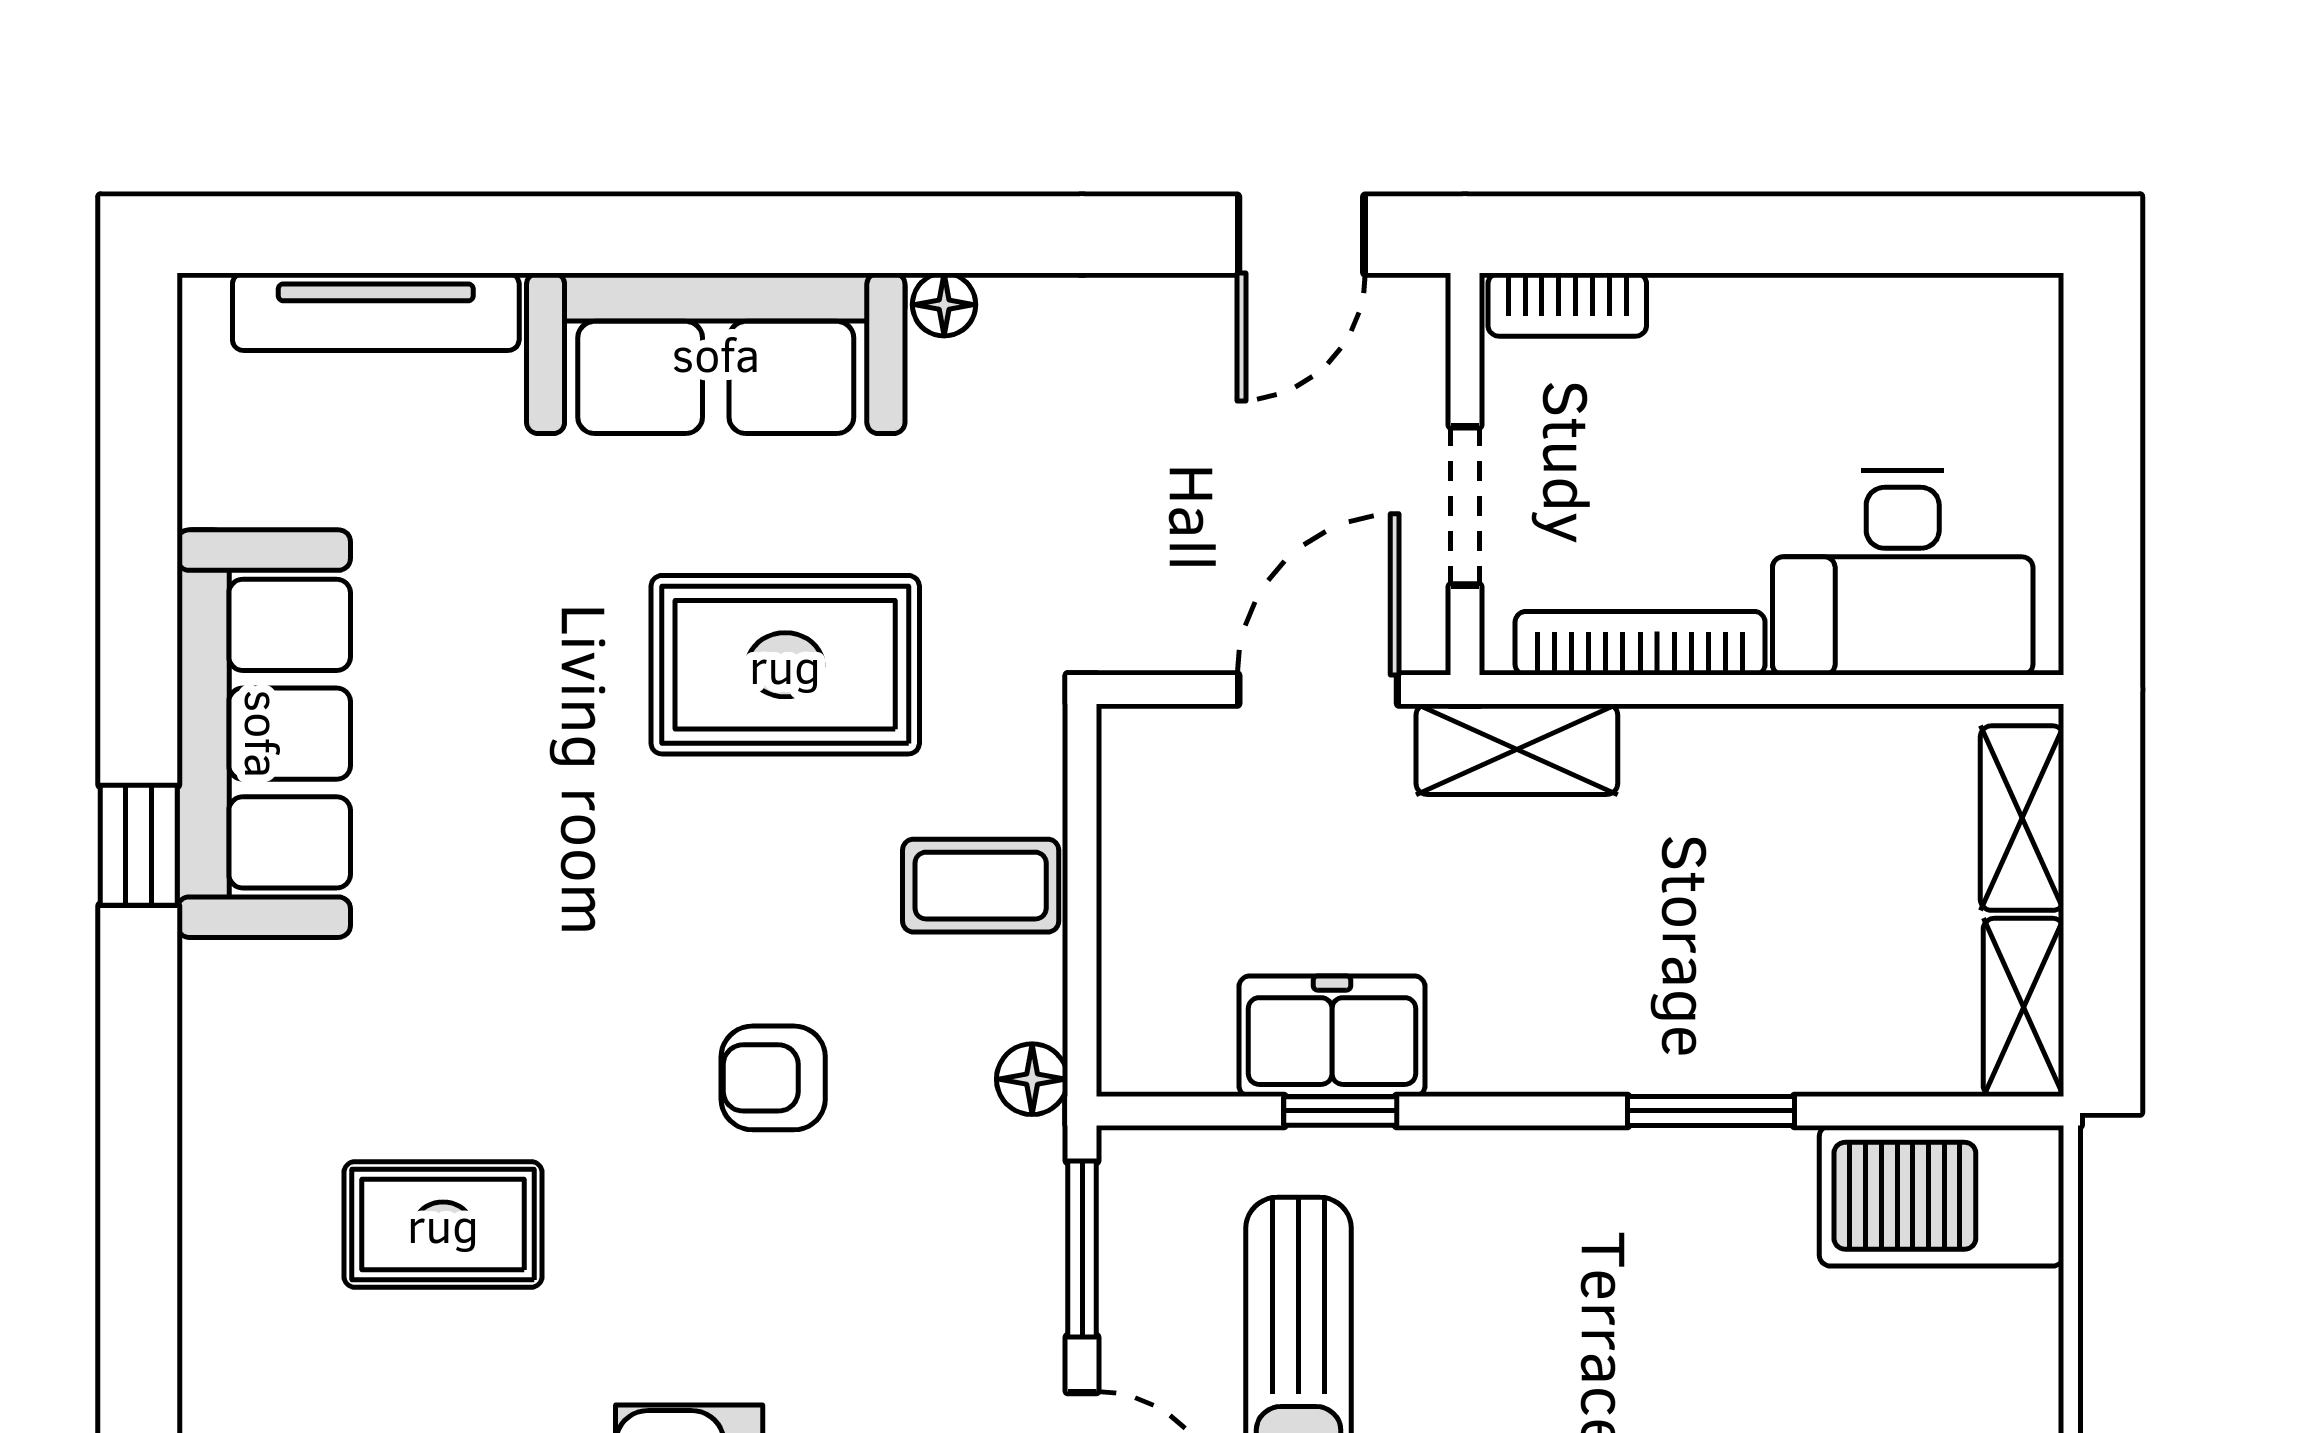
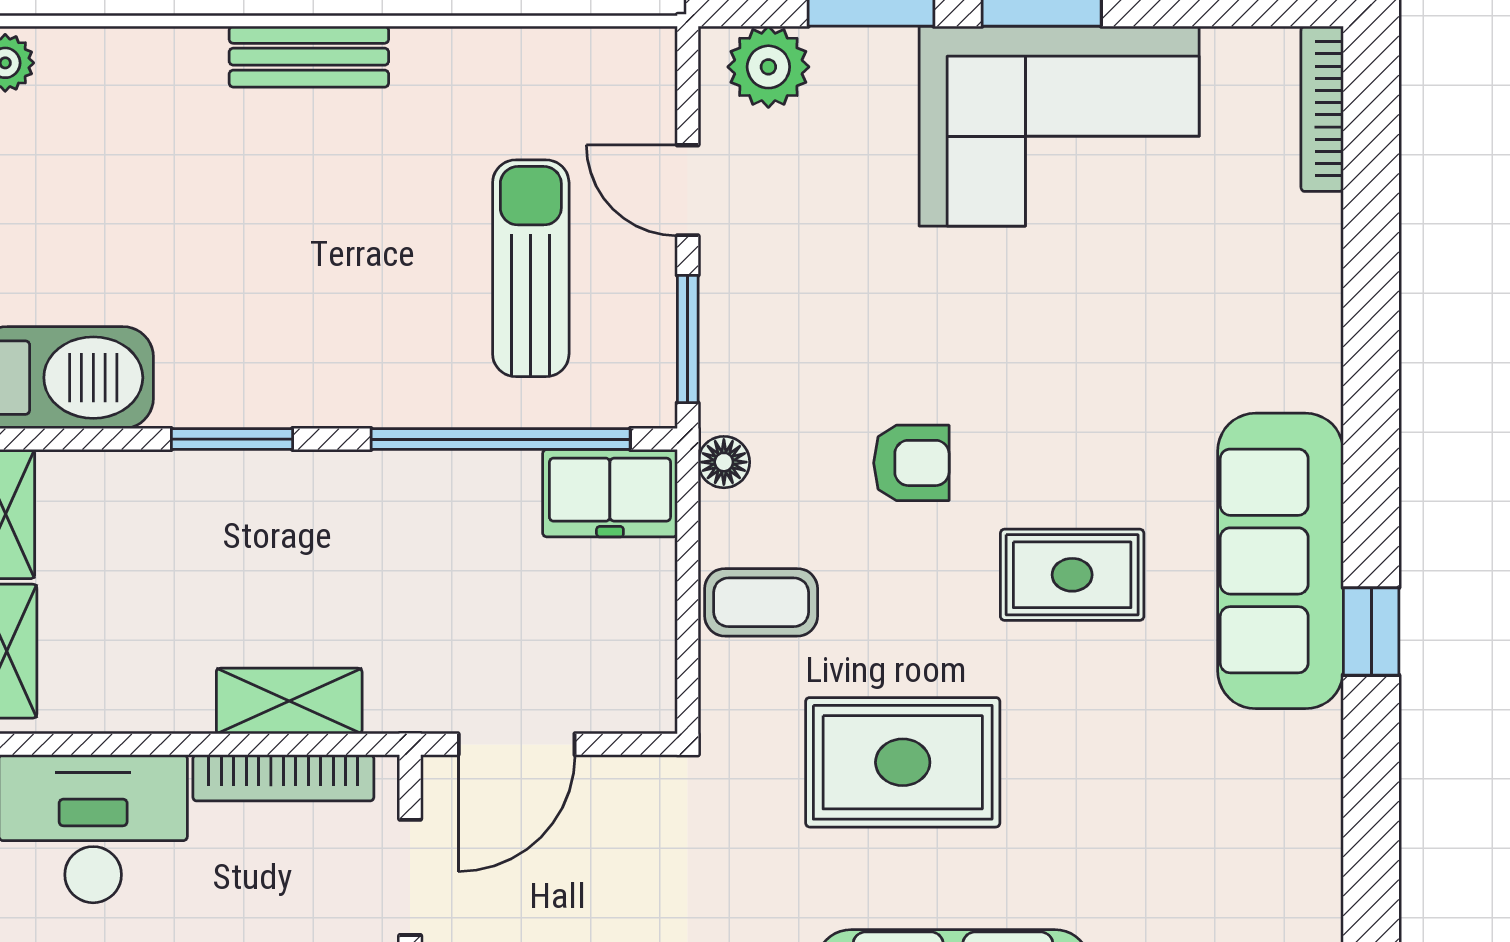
sofa: (264, 734) -> (1281, 561), moved
shelving: (1517, 749) -> (289, 701), moved
freezer: (1332, 1036) -> (610, 493), moved
window: (1340, 1111) -> (501, 439), width x3.17
rug: (443, 1224) -> (1072, 575), moved

